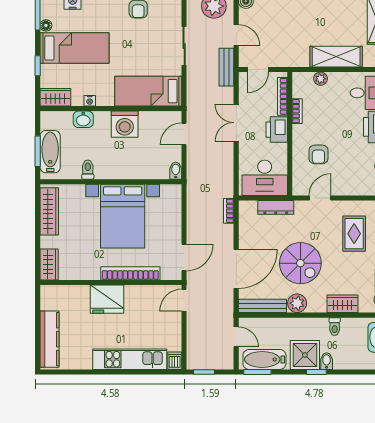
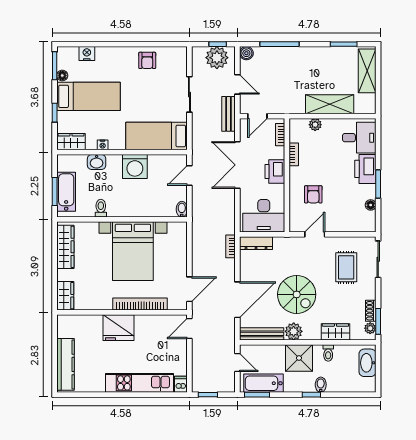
bookcase: (282, 96) -> (280, 135), width x0.64
double door: (236, 123) -> (237, 165), width x1.37
dresser: (276, 207) -> (256, 243), moved
shower: (305, 355) -> (299, 358), moved

